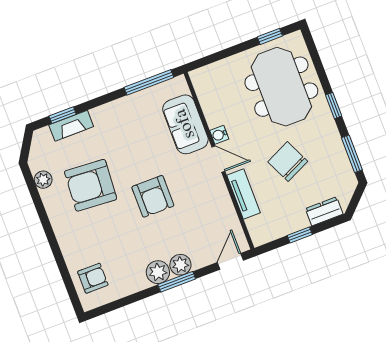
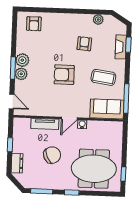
sofa: (185, 124) -> (107, 109), moved
coffee table: (131, 133) -> (103, 77), added
armchair: (91, 185) -> (84, 44), width x0.53, depth x0.53

